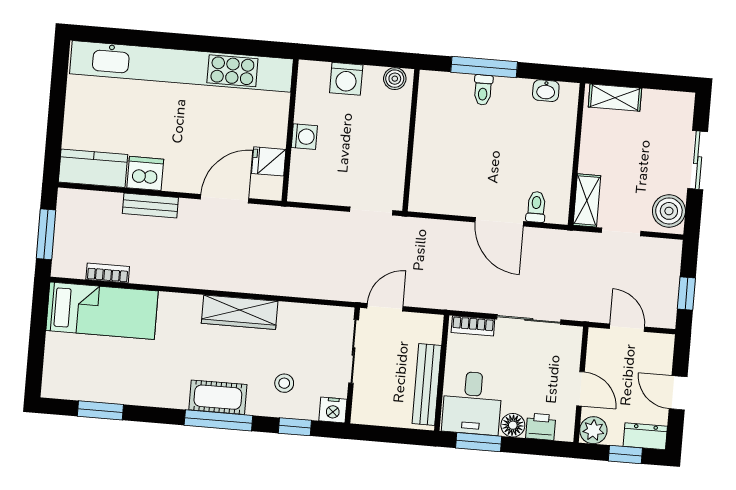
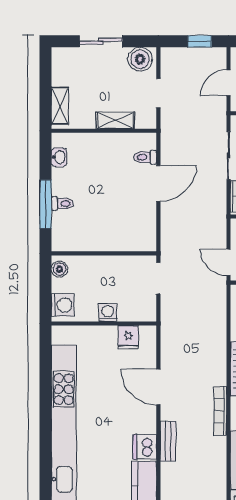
wall: (290, 130) -> (104, 324), moved
washing machine: (304, 137) -> (108, 313), moved
fridge: (269, 161) -> (128, 337), moved
shelving: (587, 200) -> (115, 120), moved
bookcase: (108, 273) -> (220, 411), moved, width x1.56

